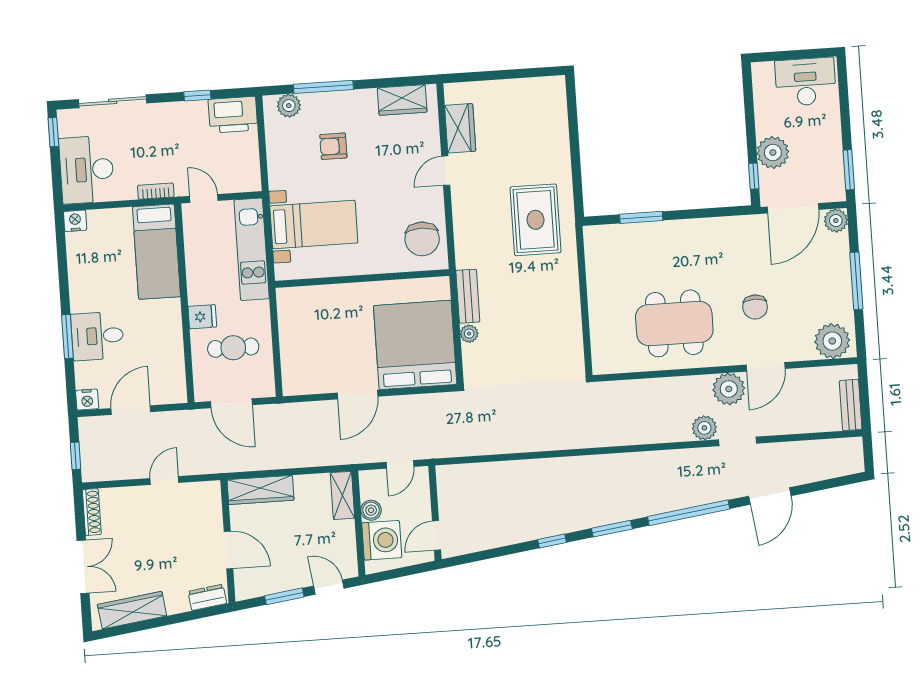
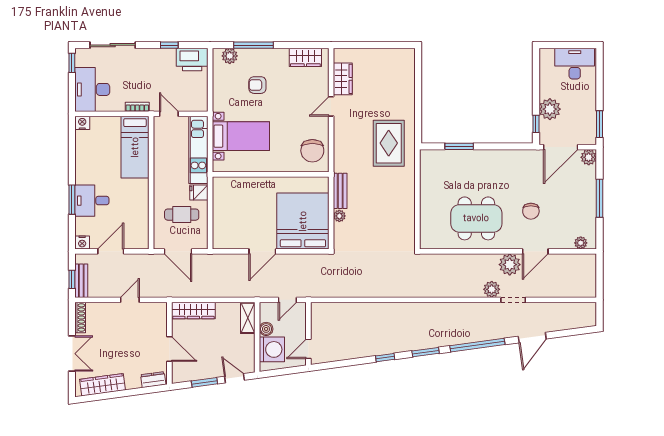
fridge: (202, 317) -> (199, 192), moved, turned 180
plant: (832, 341) -> (581, 243), width x0.53, depth x0.53
bench: (851, 405) -> (81, 281), moved

